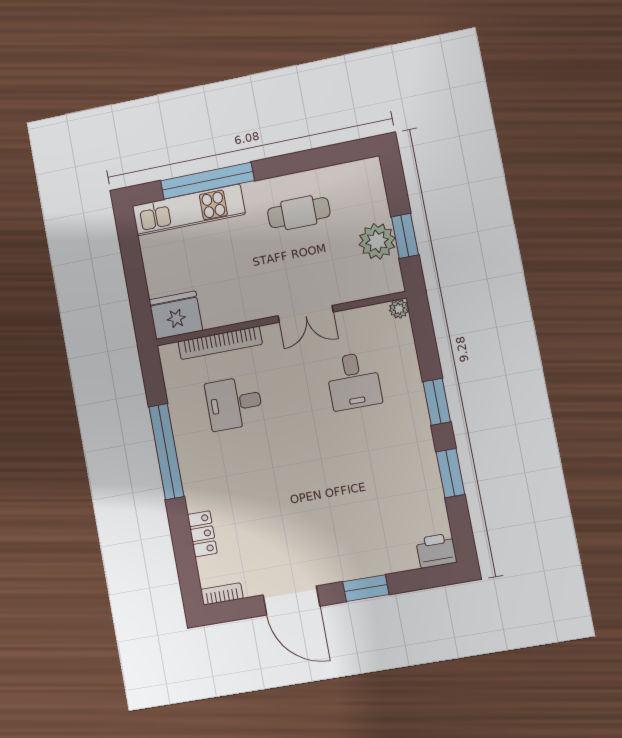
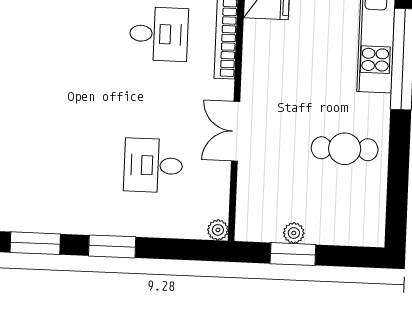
cafe table: (299, 213) -> (345, 149), turned 90
plant: (377, 241) -> (294, 233), width x0.53, depth x0.53
desk: (234, 403) -> (159, 34), turned 90

